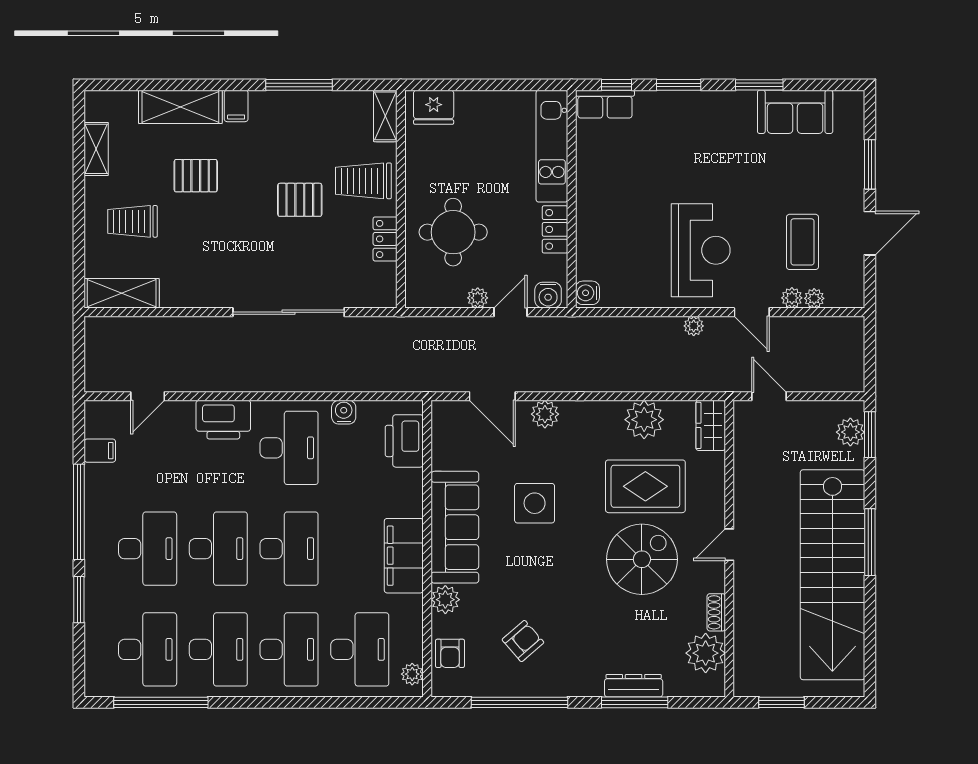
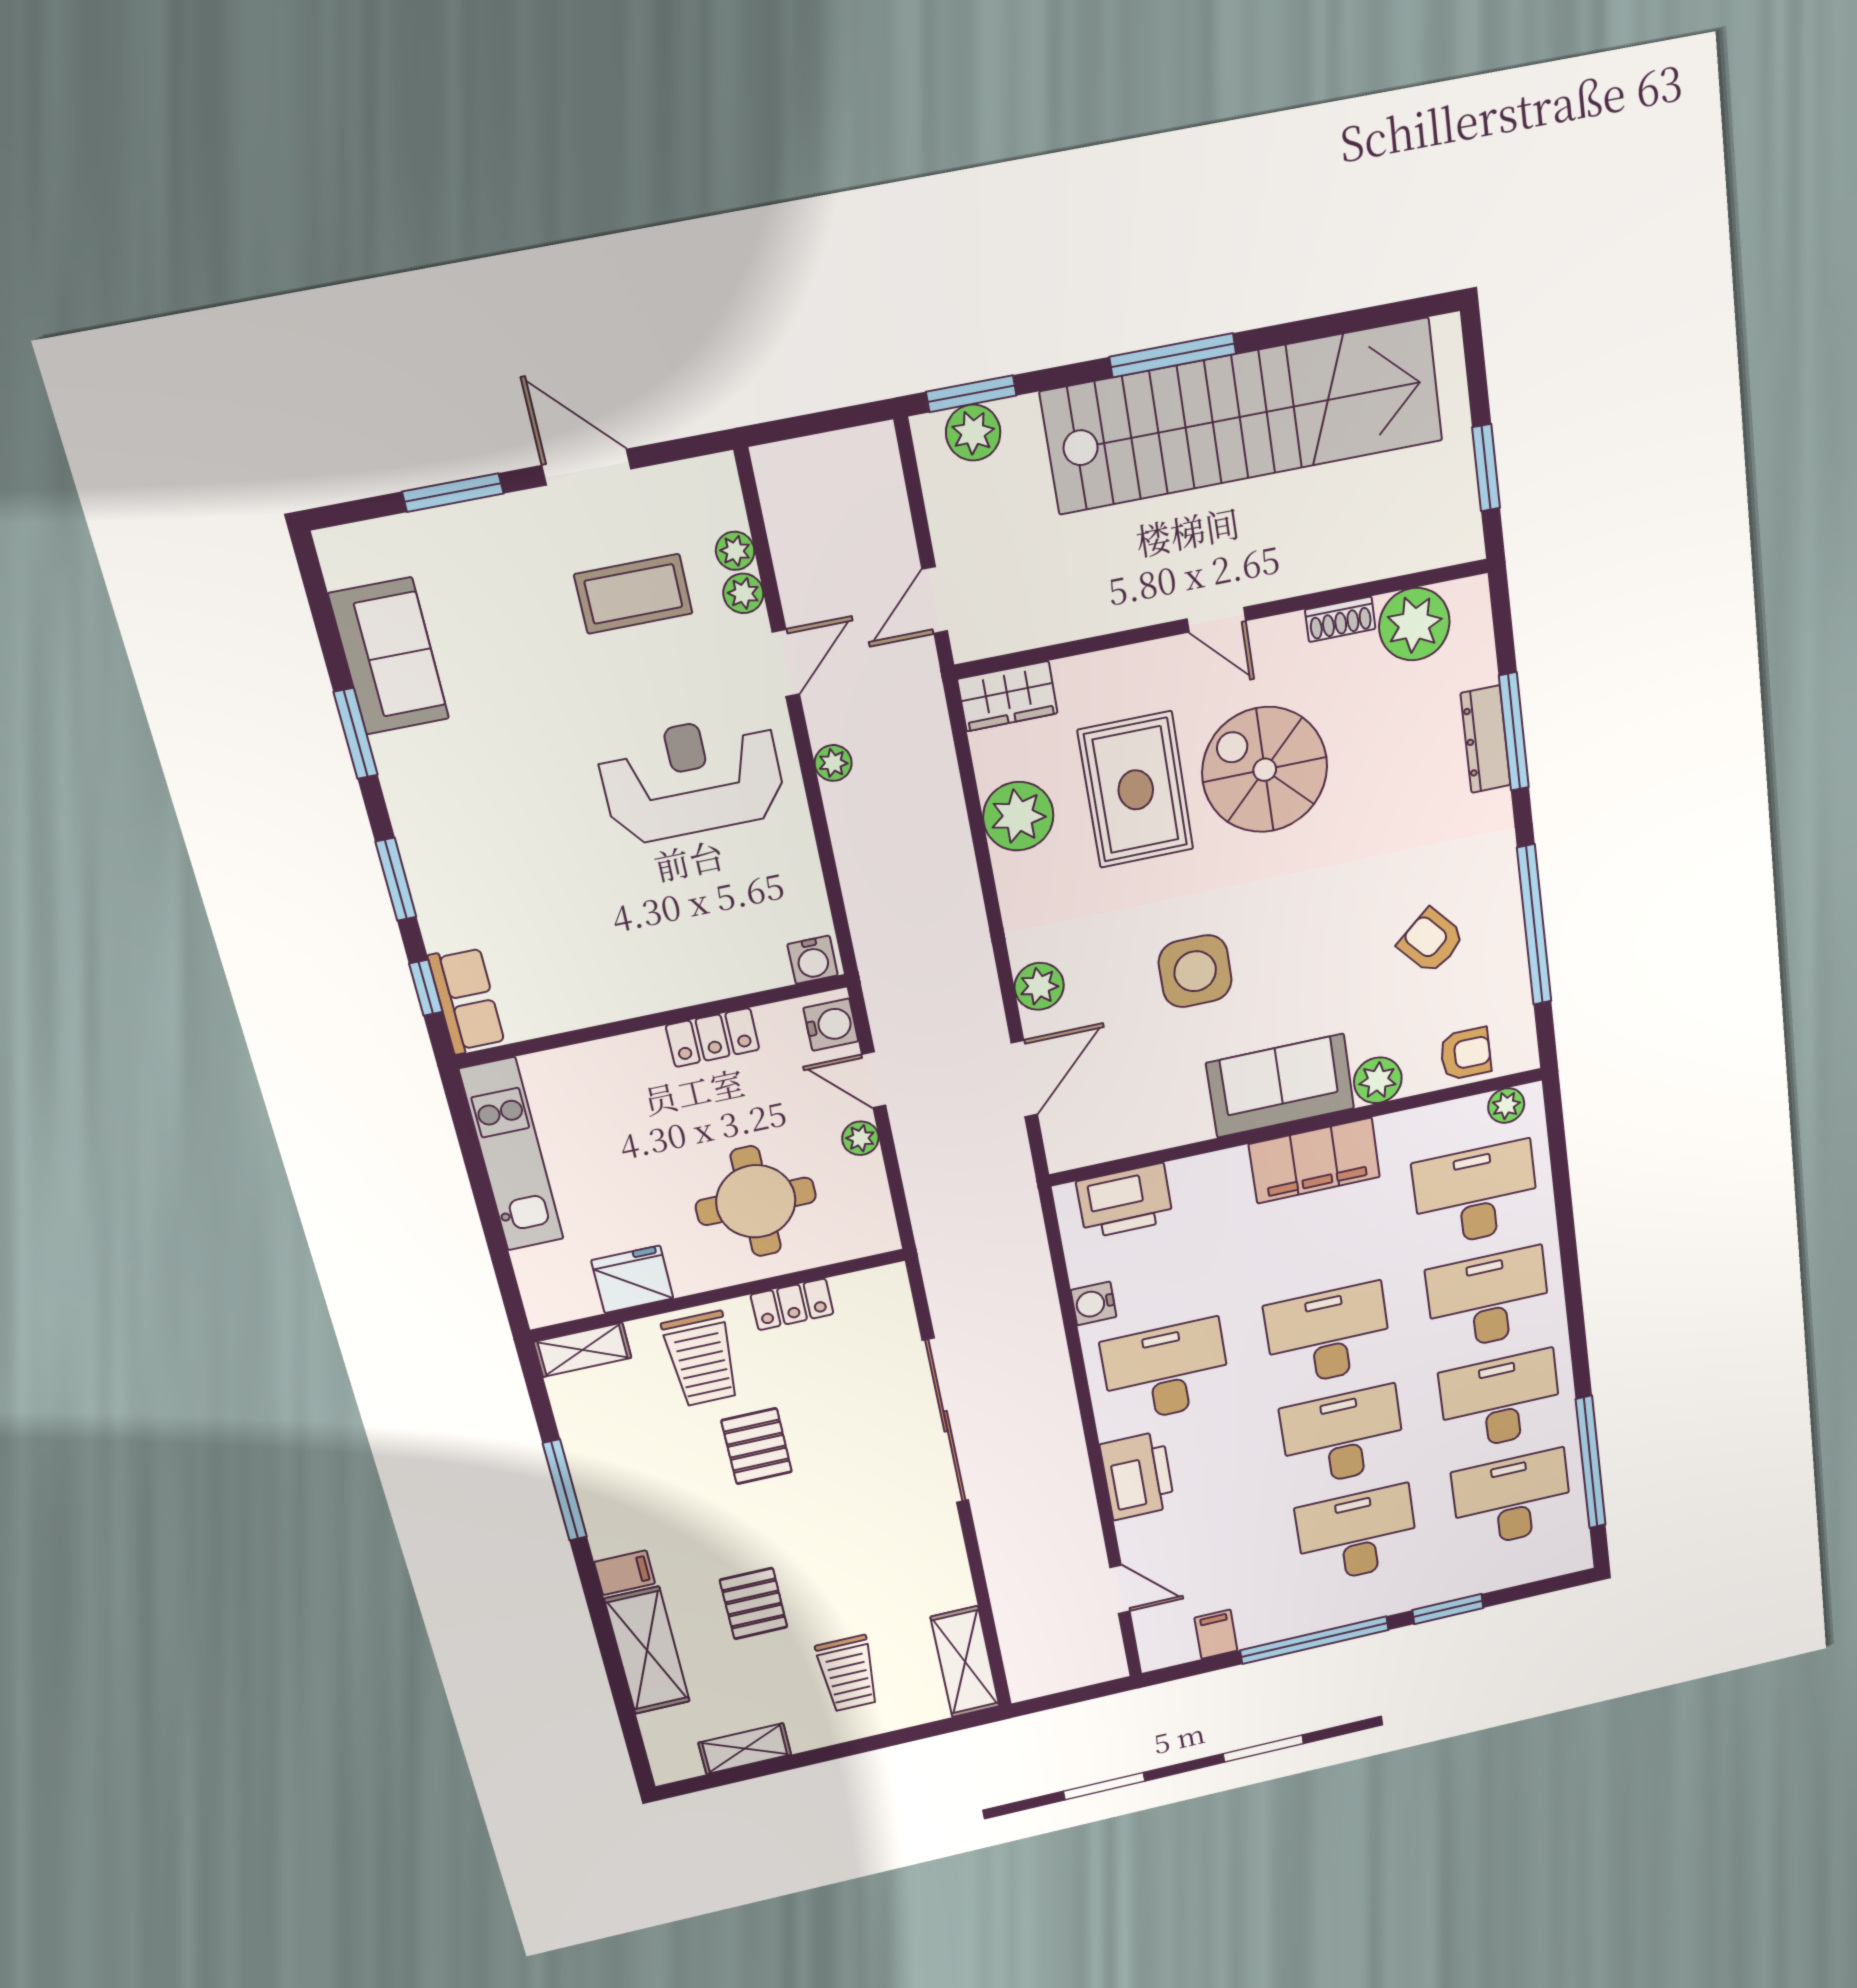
fridge: (434, 107) -> (632, 1279), moved, turned -90
kitchen unit: (552, 146) -> (512, 1155), moved, turned -90
sofa: (455, 527) -> (1280, 1086), width x0.73

